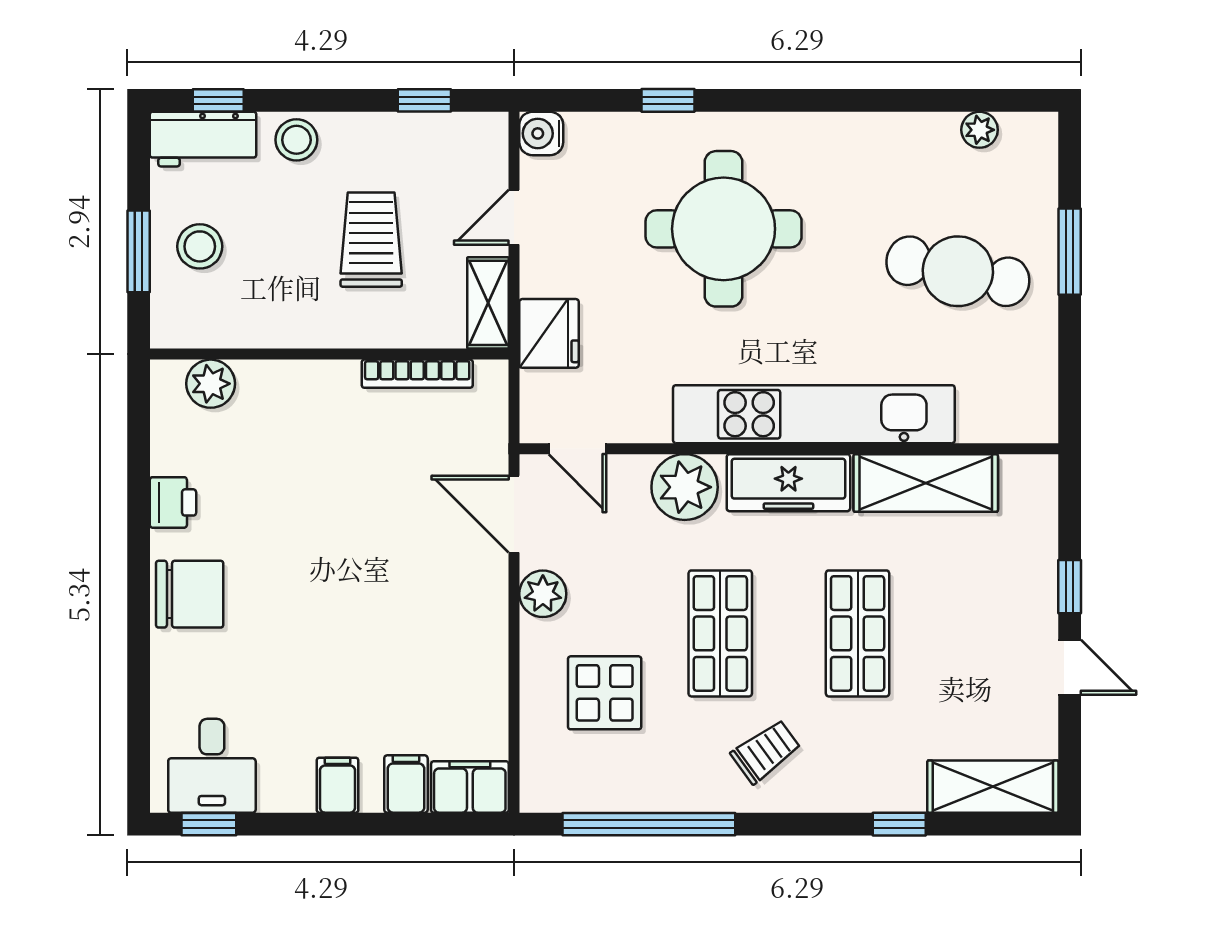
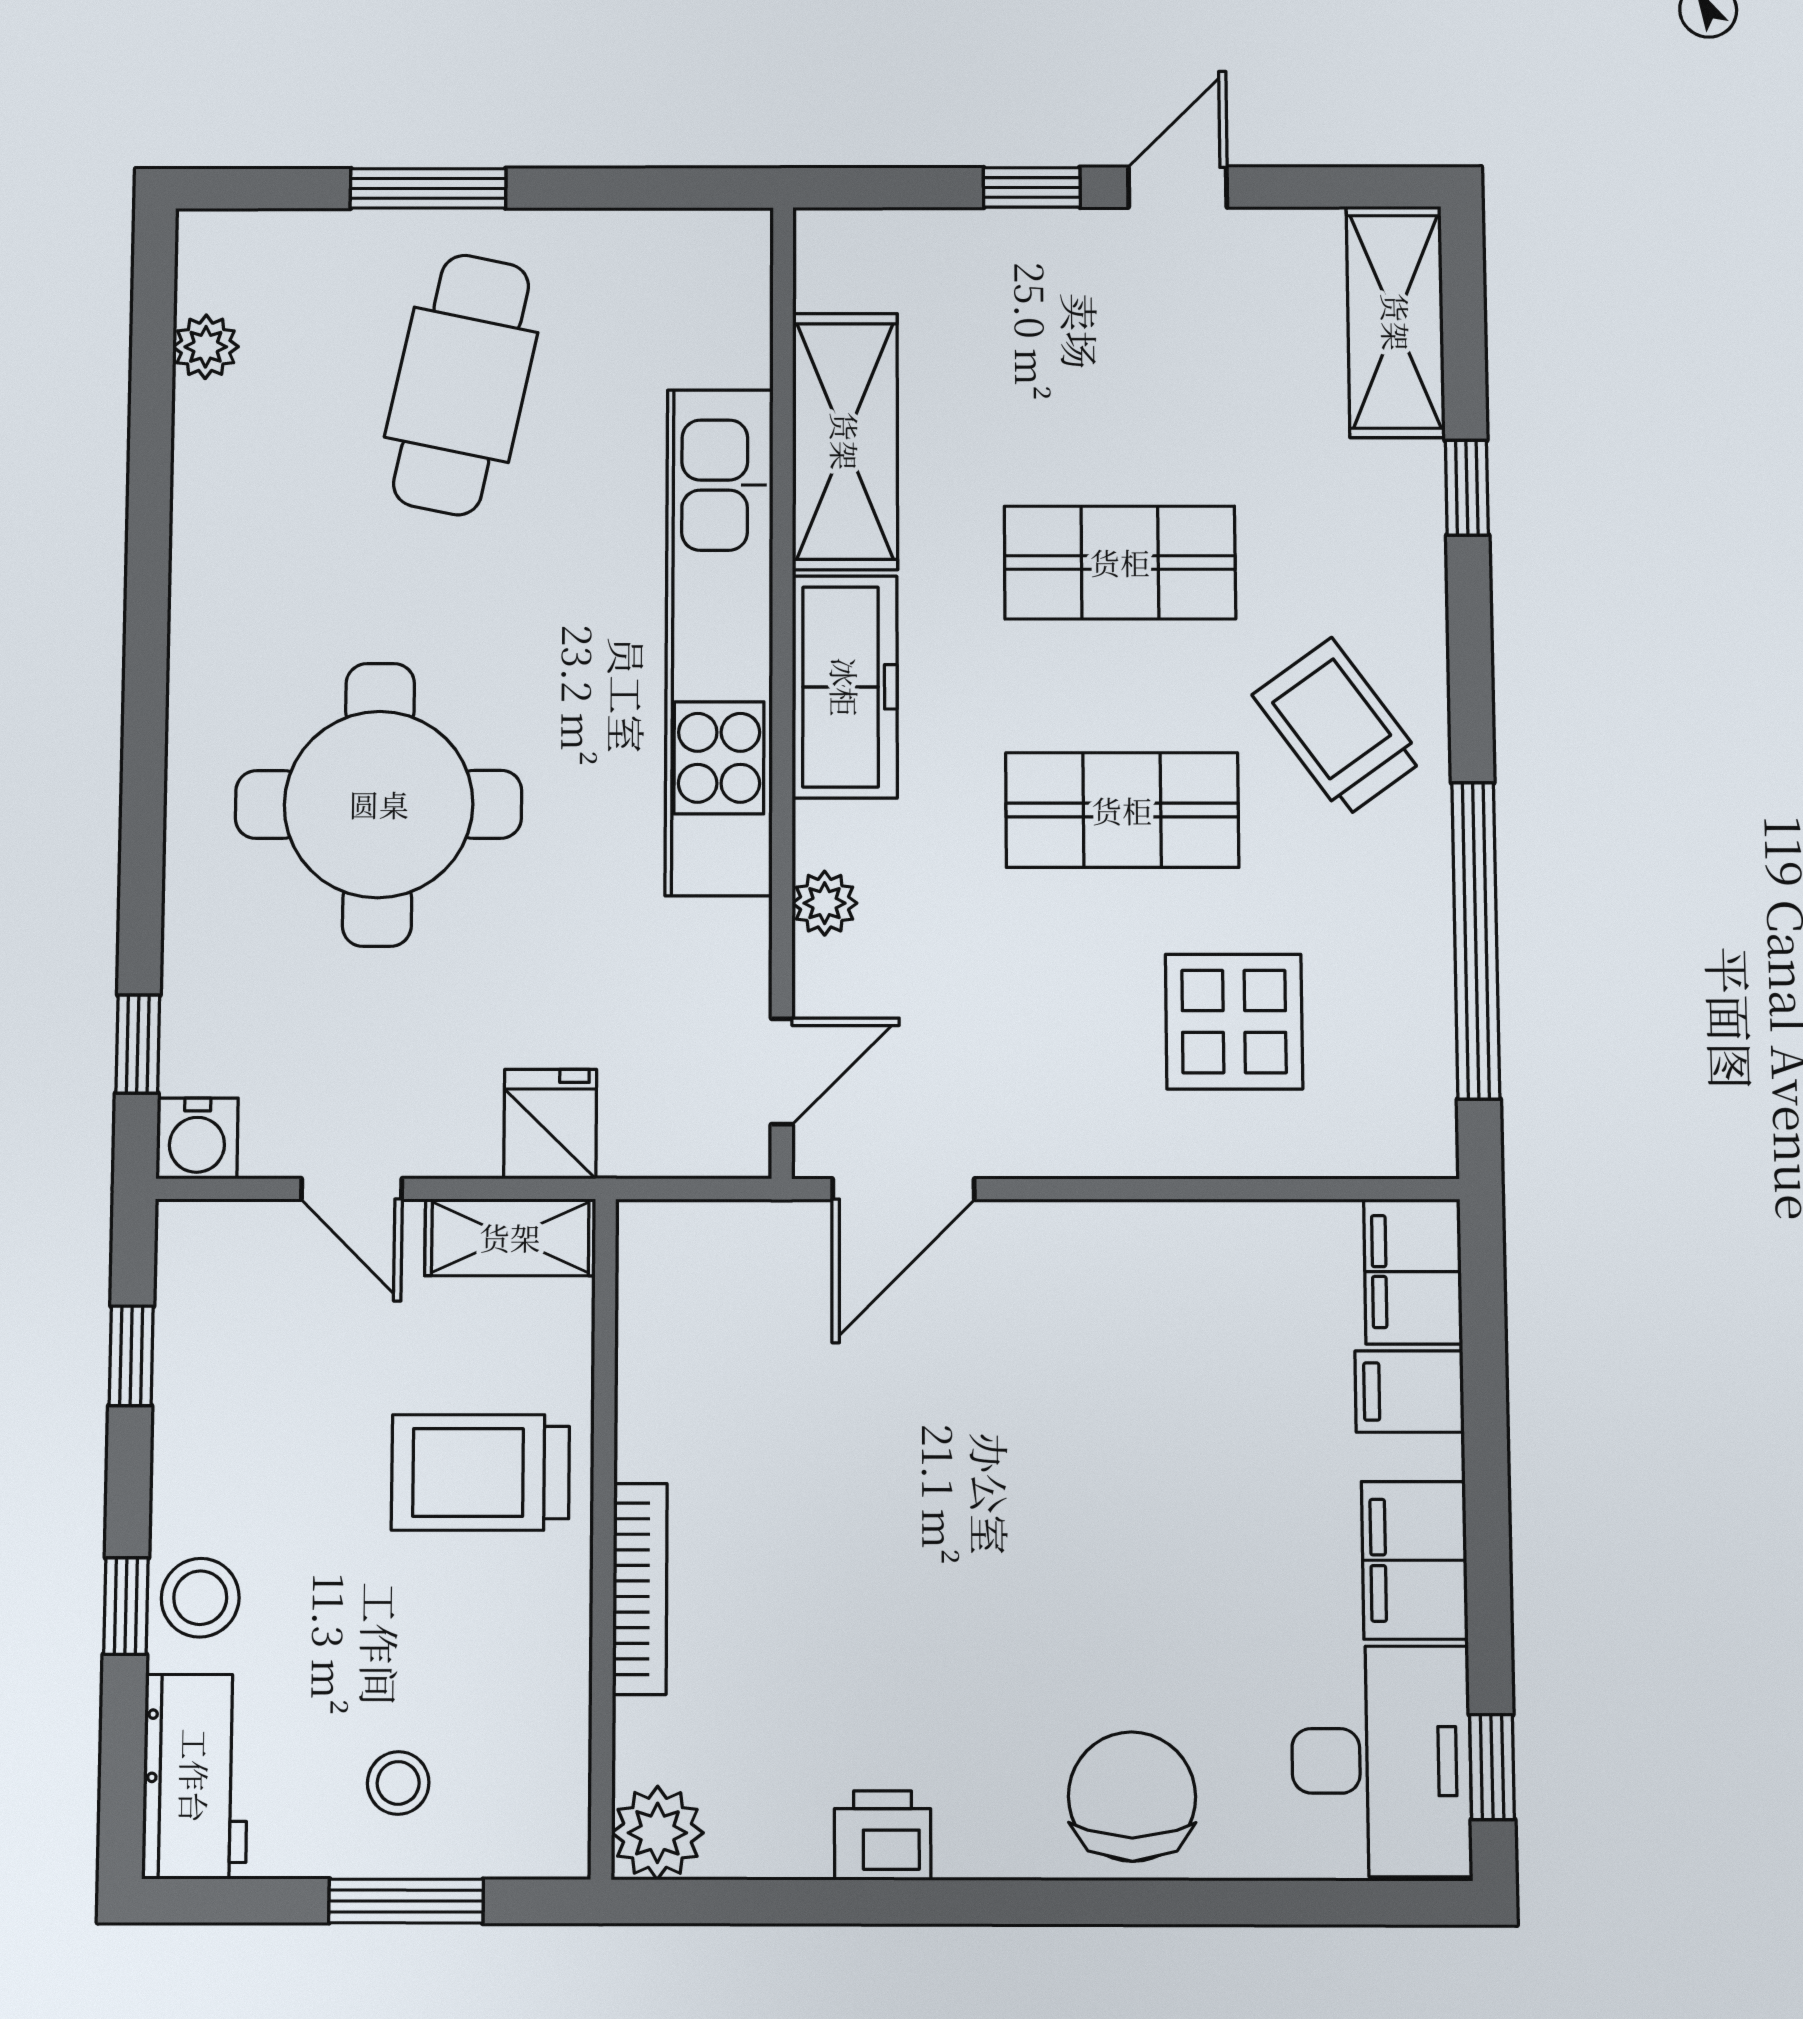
window: (218, 100) -> (126, 1606), moved
window: (668, 100) -> (138, 1044), moved
trolley: (371, 240) -> (480, 1472), moved
stool: (200, 246) -> (398, 1783), width x0.73, depth x0.73
fridge: (549, 333) -> (550, 1124), width x0.72
bookcase: (417, 374) -> (640, 1589), moved
plant: (211, 384) -> (657, 1833), moved
plant: (685, 487) -> (825, 903), width x0.53, depth x0.53
chair: (190, 594) -> (1132, 1797), moved
plant: (543, 594) -> (1051, 1136), removed
trolley: (766, 751) -> (1338, 727), width x1.36, depth x1.39
desk: (212, 766) -> (1381, 1761), width x1.37
filing cabinet: (338, 785) -> (1415, 1560), width x2.00

